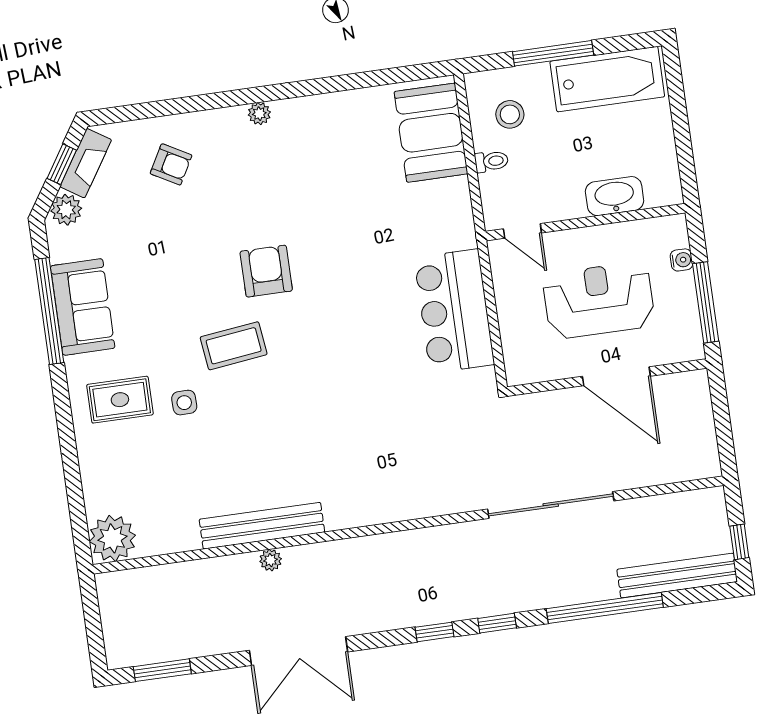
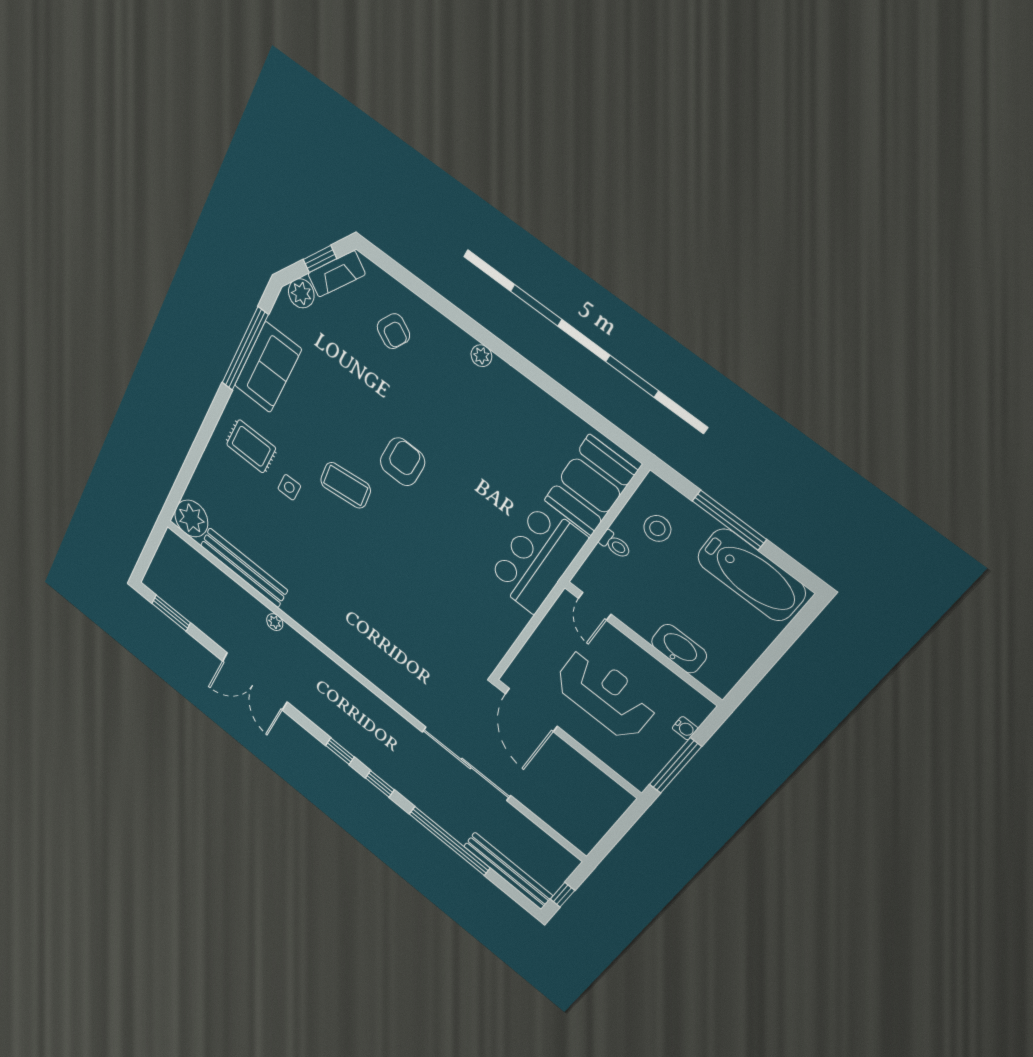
bar counter: (454, 311) -> (537, 559), moved
door: (616, 376) -> (531, 710), moved
bench: (262, 526) -> (244, 568), moved

